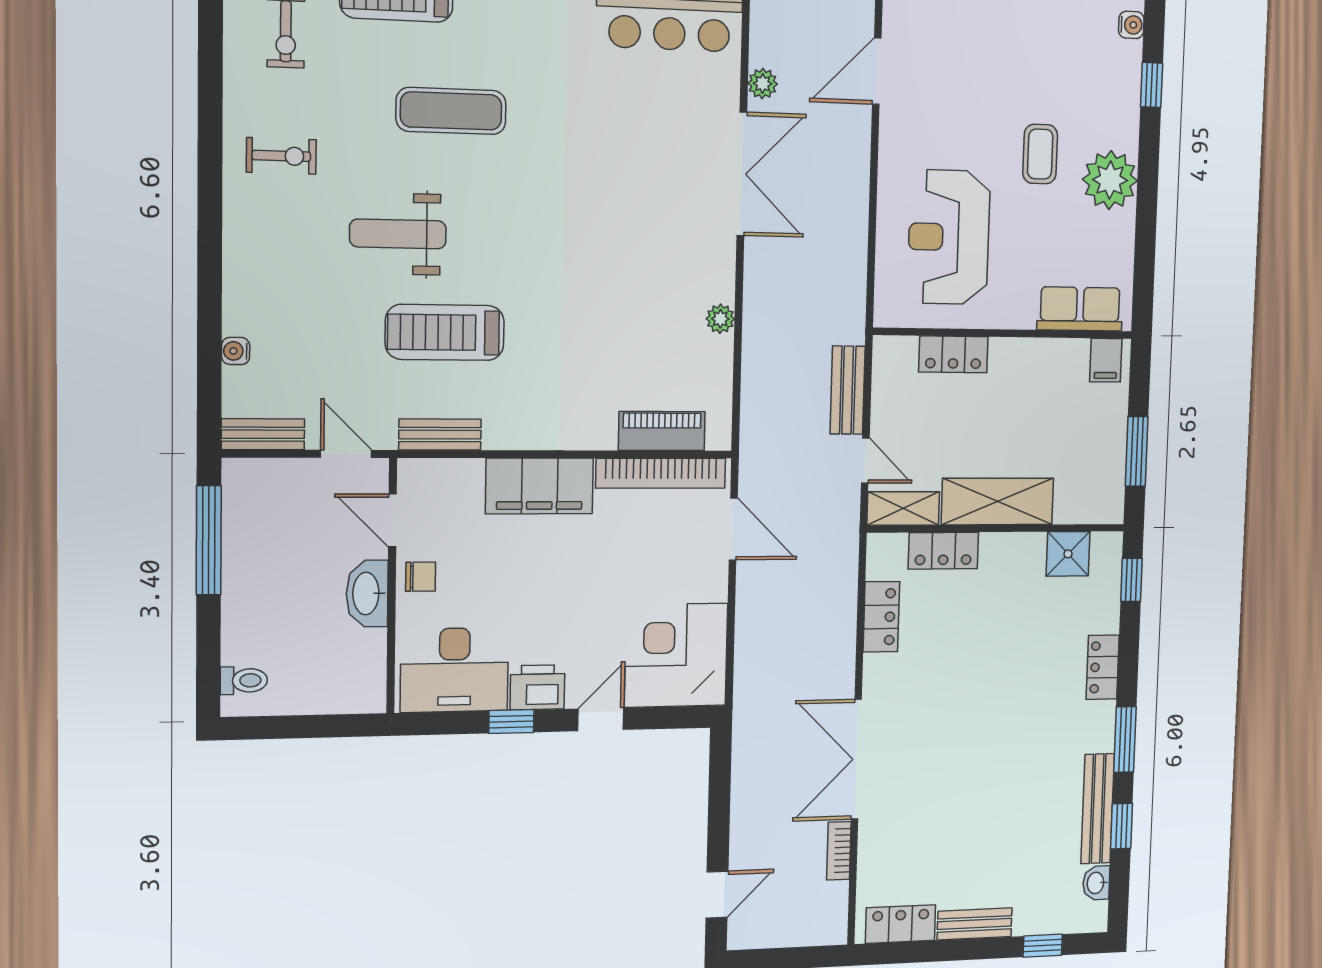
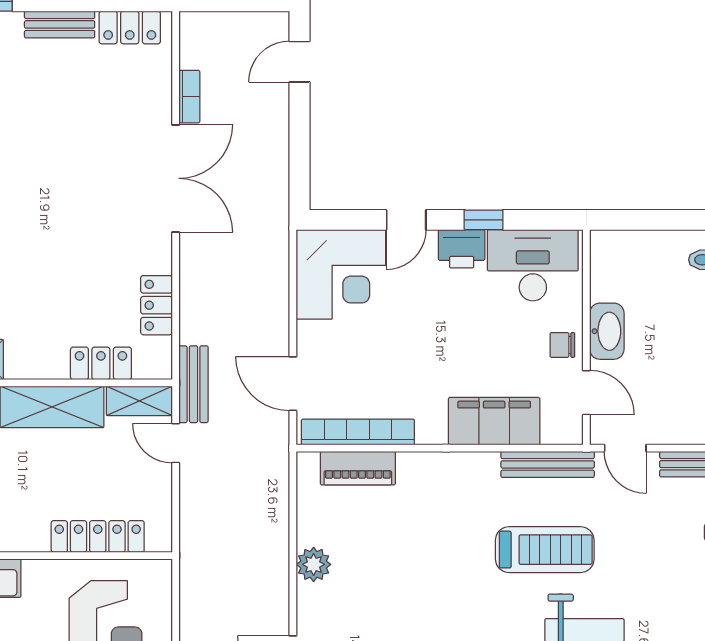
plant: (720, 319) -> (314, 564), width x1.38, depth x1.38
locker: (953, 354) -> (98, 537), width x1.53
bench: (848, 390) -> (193, 384), moved
bench: (440, 435) -> (548, 464), width x1.36
filing cabinet: (540, 486) -> (494, 421), moved

